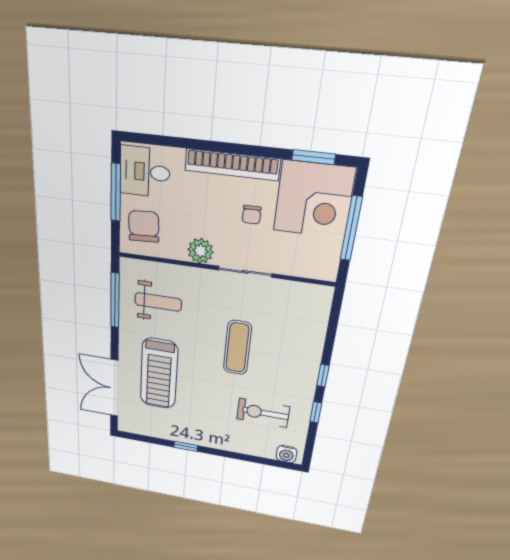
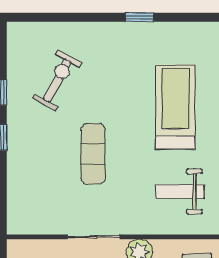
exercise bike: (263, 413) -> (57, 80), turned -62
water cooler: (286, 454) -> (25, 32), removed

